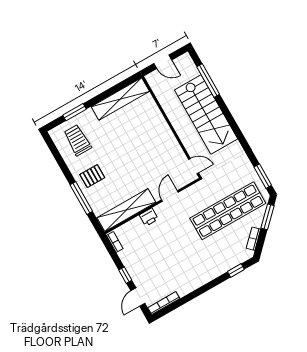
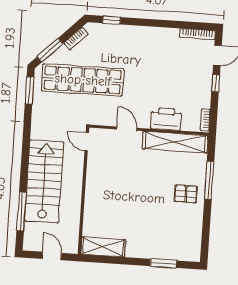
shelving: (120, 99) -> (103, 247), width x0.68
trolley: (77, 140) -> (178, 236), removed
door: (170, 196) -> (127, 129), swing flipped
printer: (149, 217) -> (166, 119), width x1.87, depth x1.48

